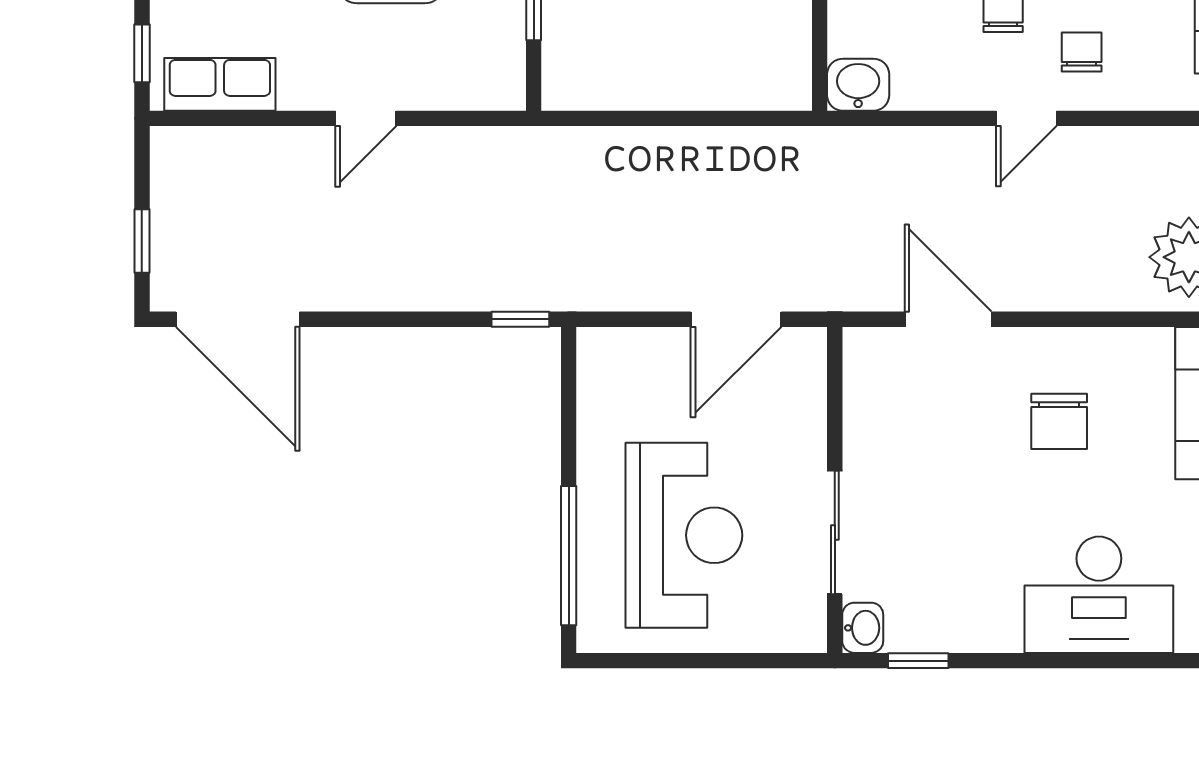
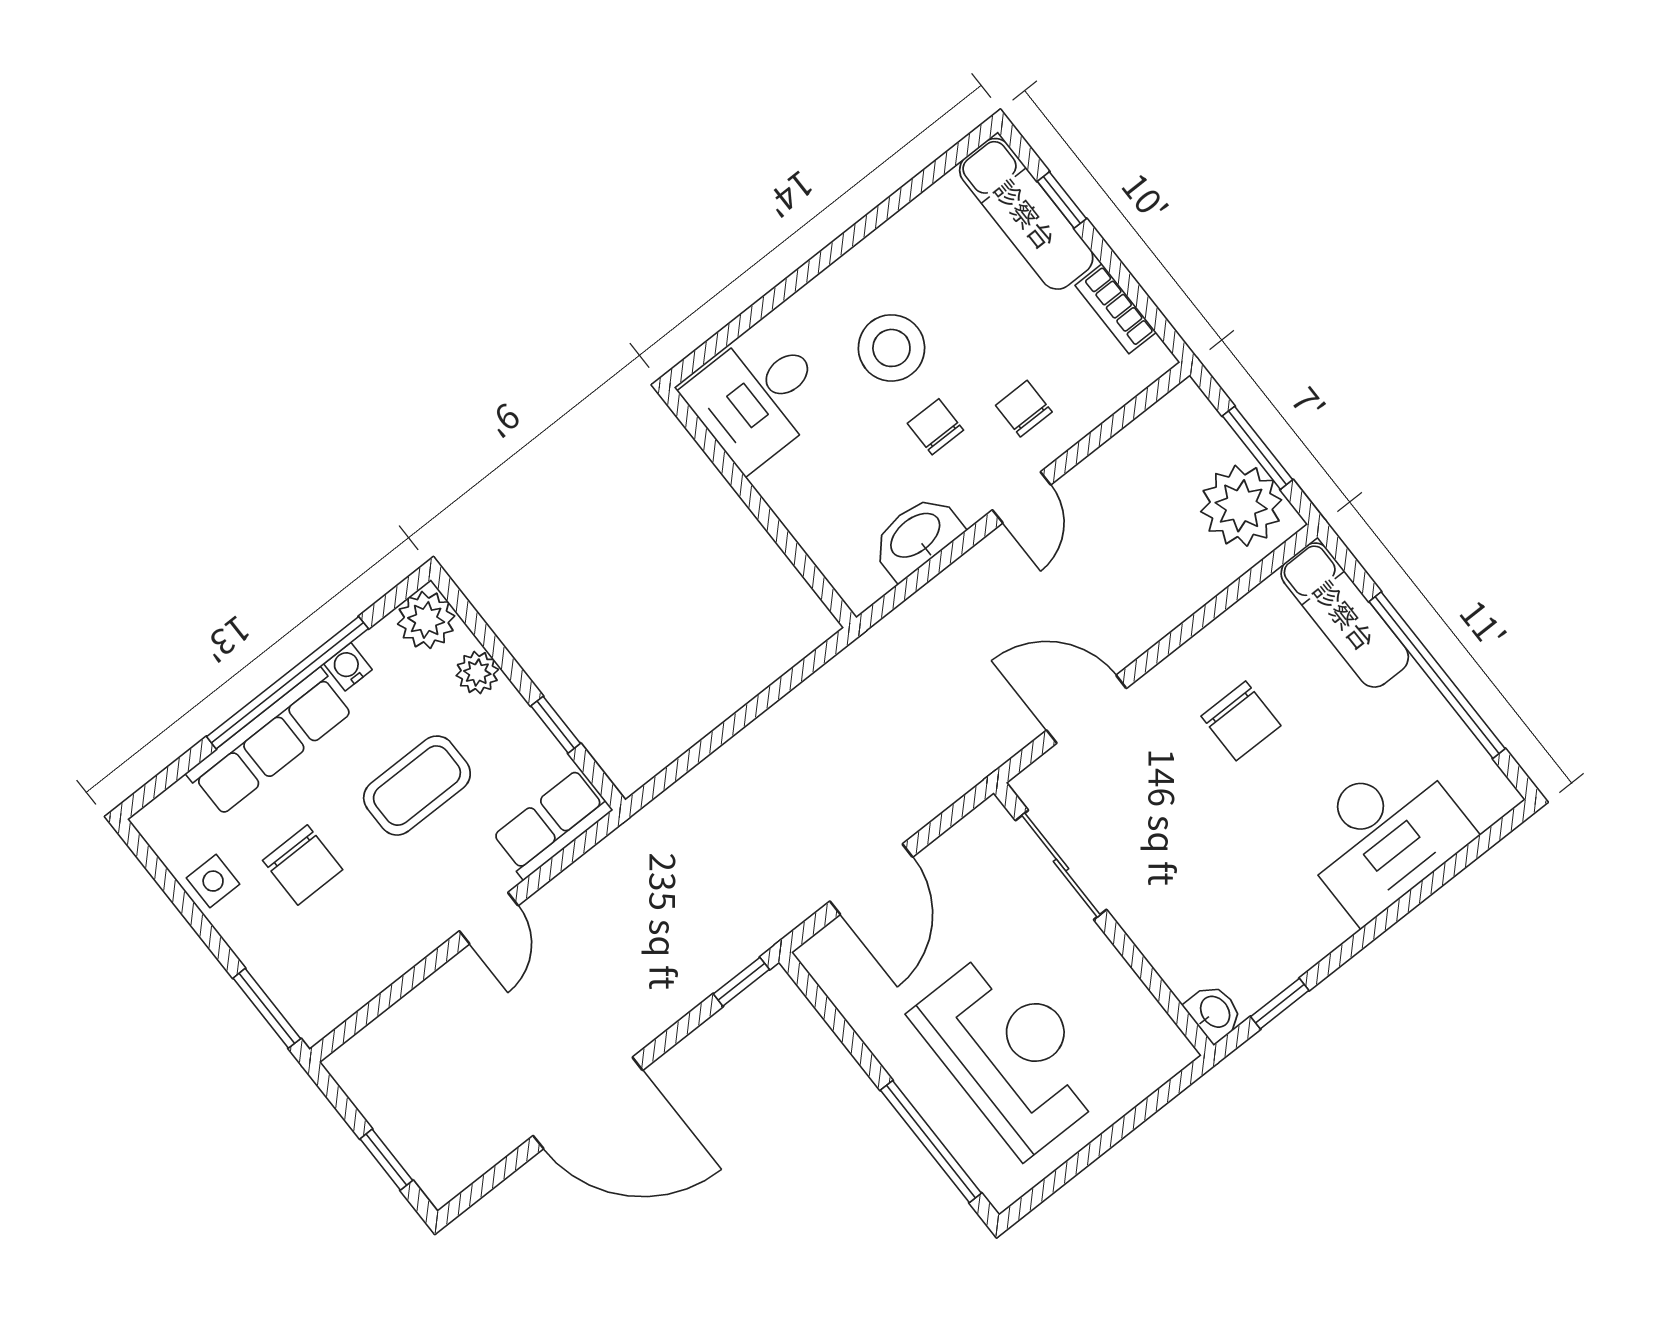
window: (142, 53) -> (267, 1008), width x1.50
row of seats: (220, 84) -> (552, 824), moved
washbasin: (858, 85) -> (916, 537), moved, width x1.38
door: (238, 319) -> (588, 1103), moved
door: (736, 319) -> (871, 879), moved
sliding door: (835, 533) -> (1061, 865), moved

